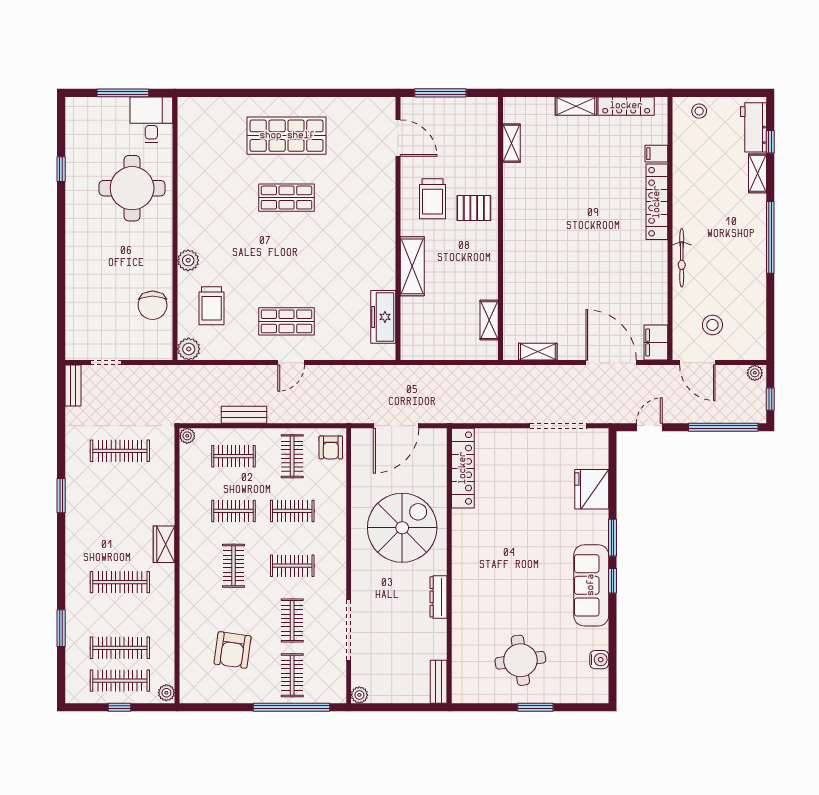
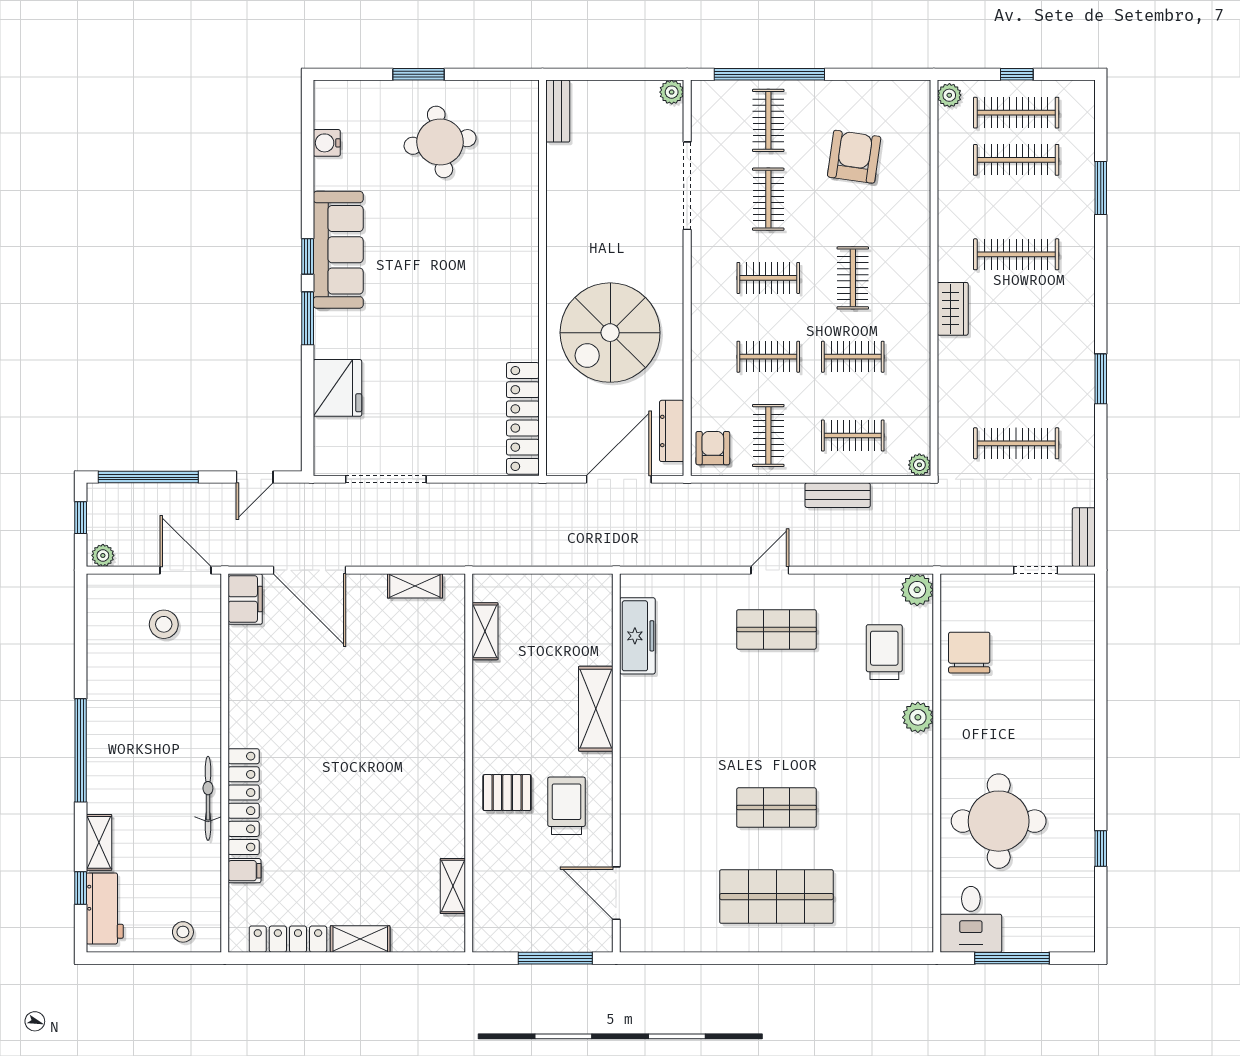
bicycle: (682, 258) -> (208, 798), moved
dresser: (438, 597) -> (672, 431), moved, turned 180

